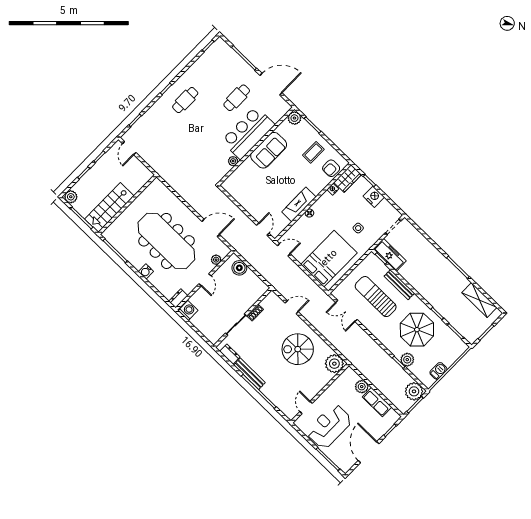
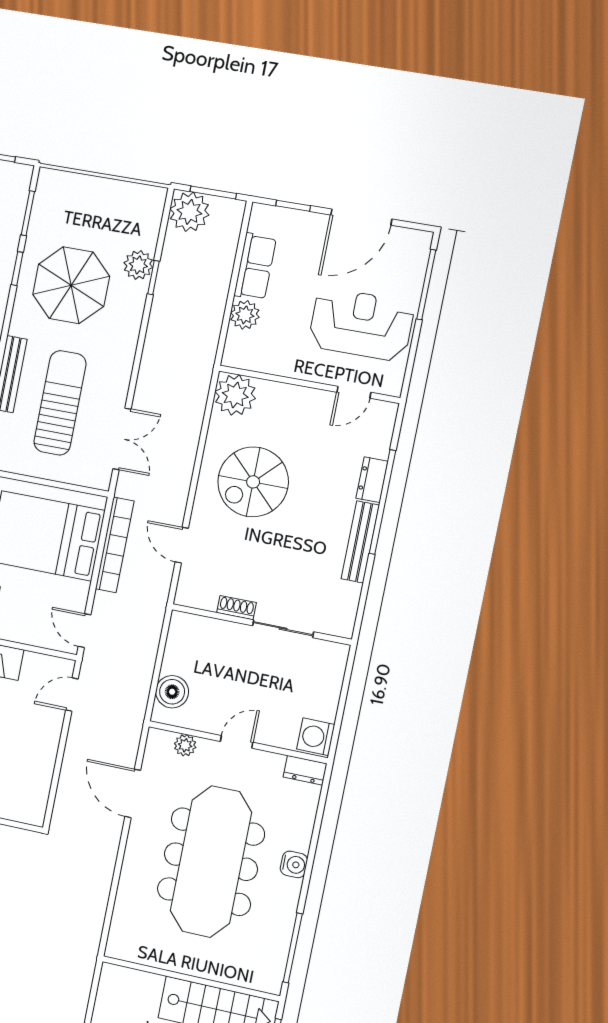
bookcase: (308, 282) -> (115, 545), added
sun lounger: (376, 297) -> (60, 403), turned 180
spiral stairs: (298, 349) -> (253, 482), turned 90
dresser: (230, 354) -> (372, 480), moved
barbecue: (438, 371) -> (121, 193), removed
reception desk: (329, 426) -> (361, 324), turned 180

